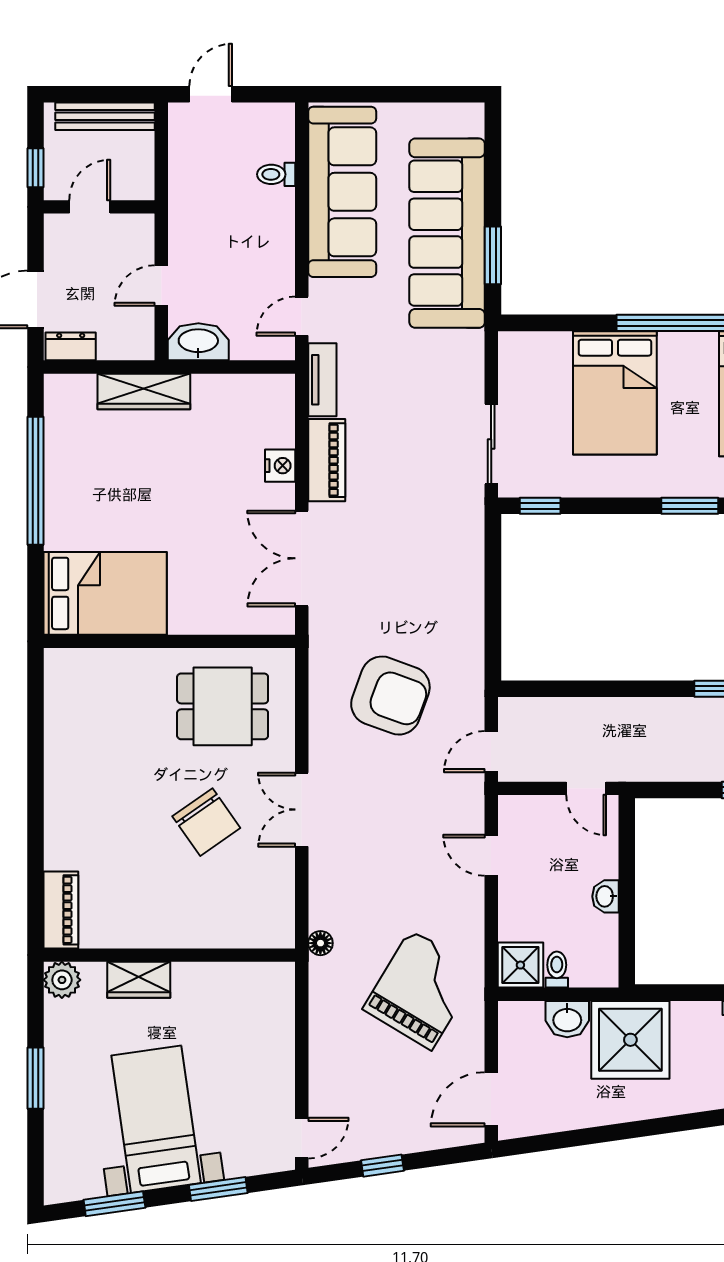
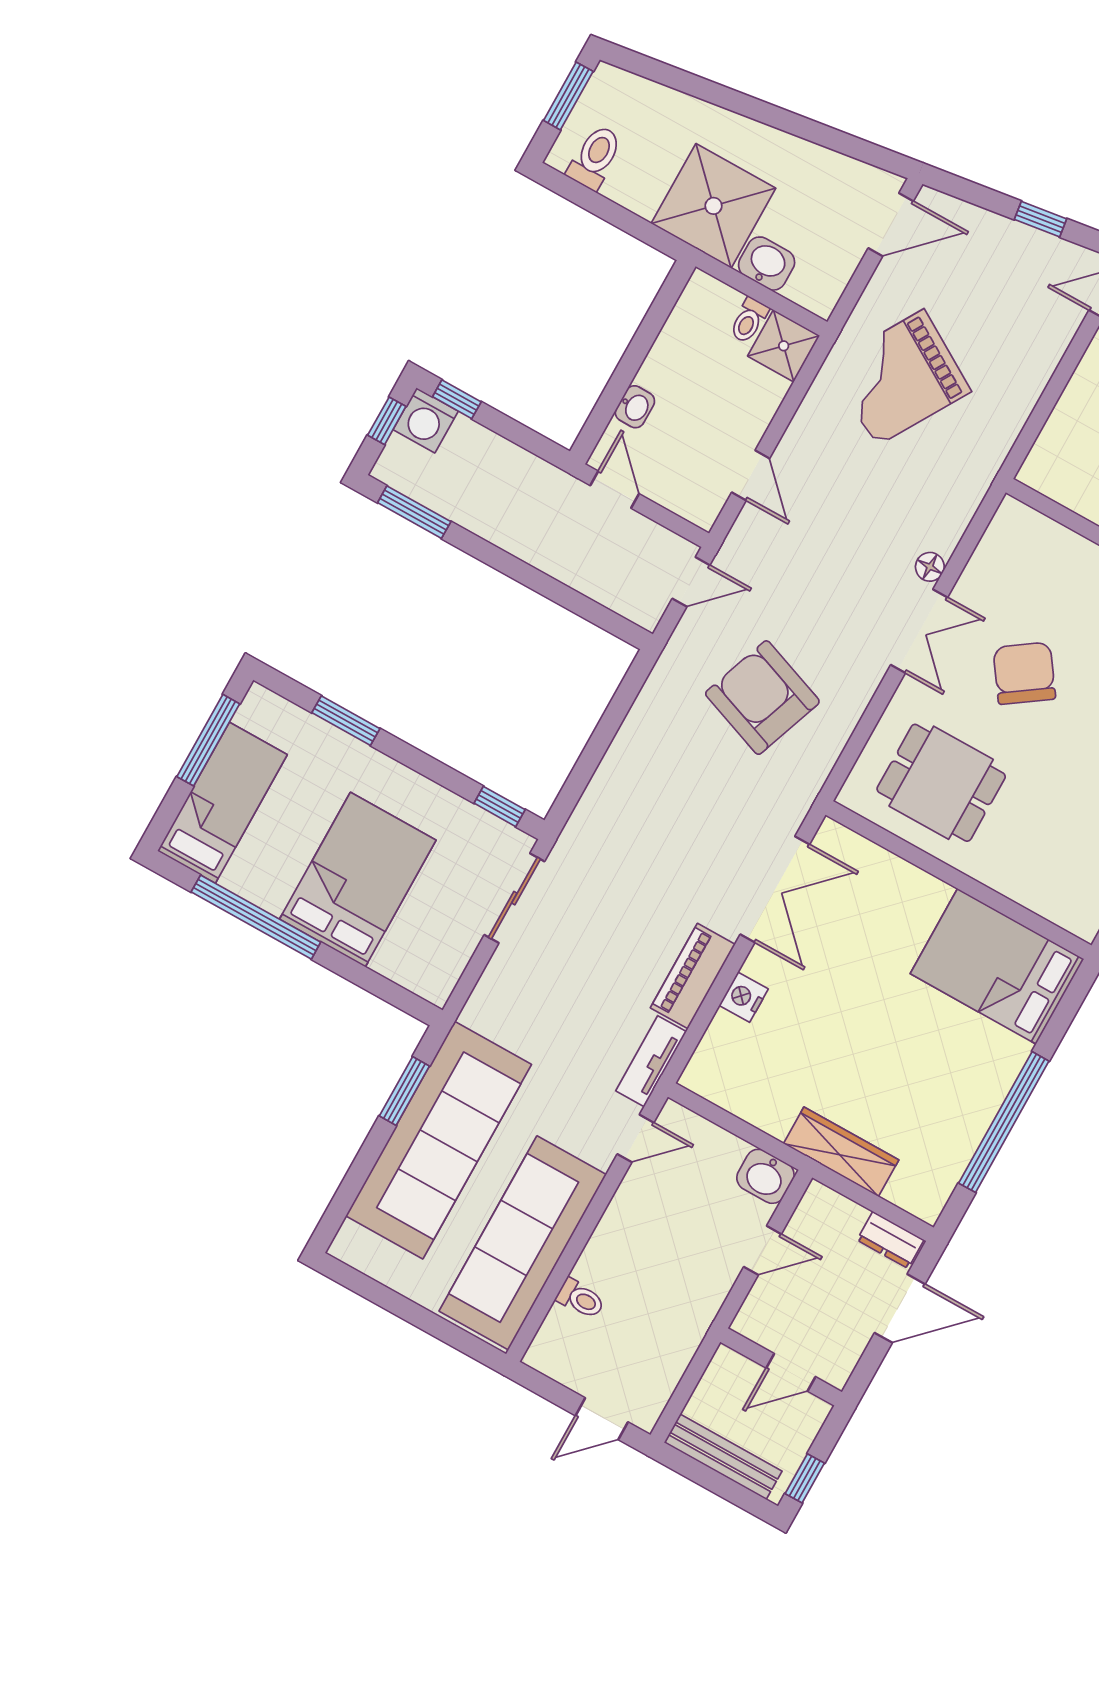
window: (35, 168) -> (805, 1478), moved
washbasin: (198, 342) -> (765, 1176), width x0.72
washbasin: (605, 896) -> (635, 407), moved
floor lamp: (320, 943) -> (930, 567), moved

